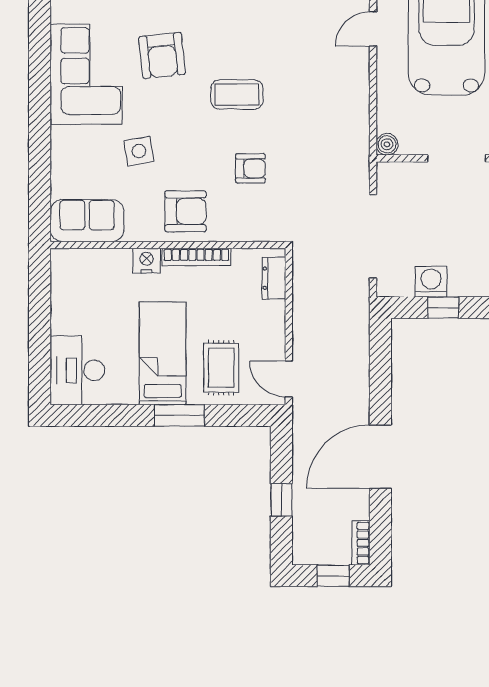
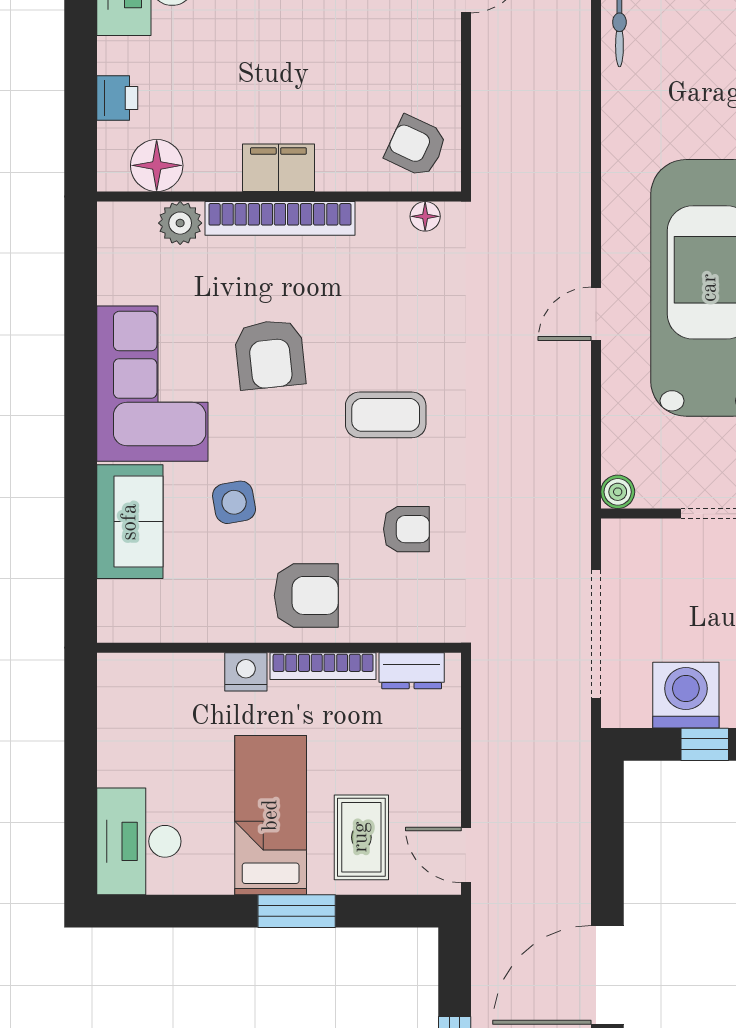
sofa: (87, 221) -> (130, 522), moved, turned 90
dresser: (274, 278) -> (412, 671), moved, turned -90
washing machine: (431, 282) -> (686, 695), width x1.37, depth x1.37

